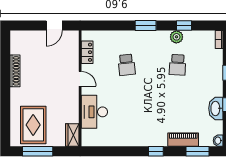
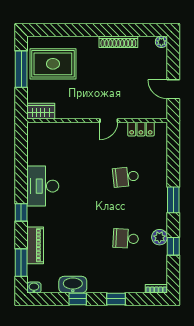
plant: (15, 35) -> (161, 42), added
desk: (94, 112) -> (43, 186), moved, turned -90

